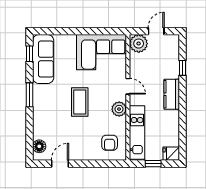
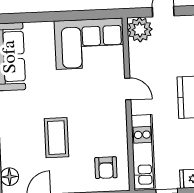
coffee table: (80, 102) -> (57, 138), moved
plant: (119, 109) -> (117, 121), removed

